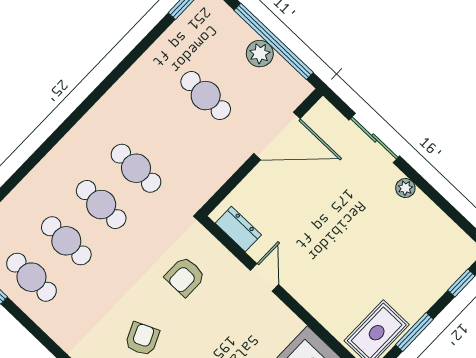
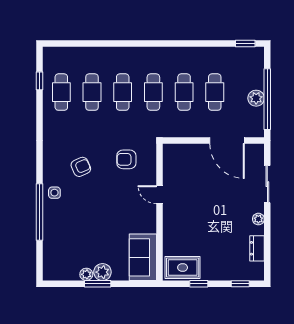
cafe table: (171, 132) -> (184, 92), added
dresser: (238, 229) -> (257, 248), moved, turned 180
door: (264, 277) -> (160, 195), swing flipped
window: (414, 332) -> (199, 284), width x0.67

